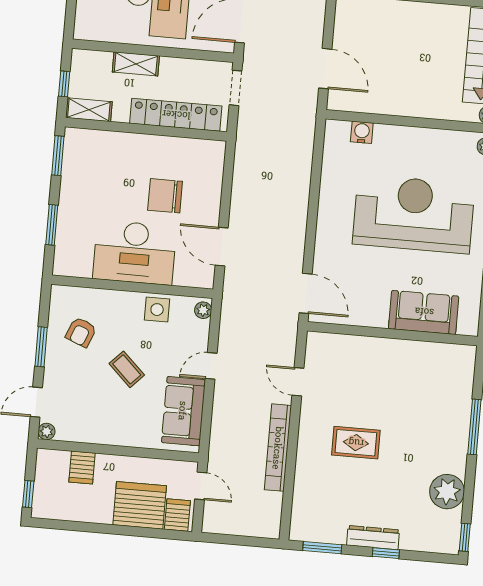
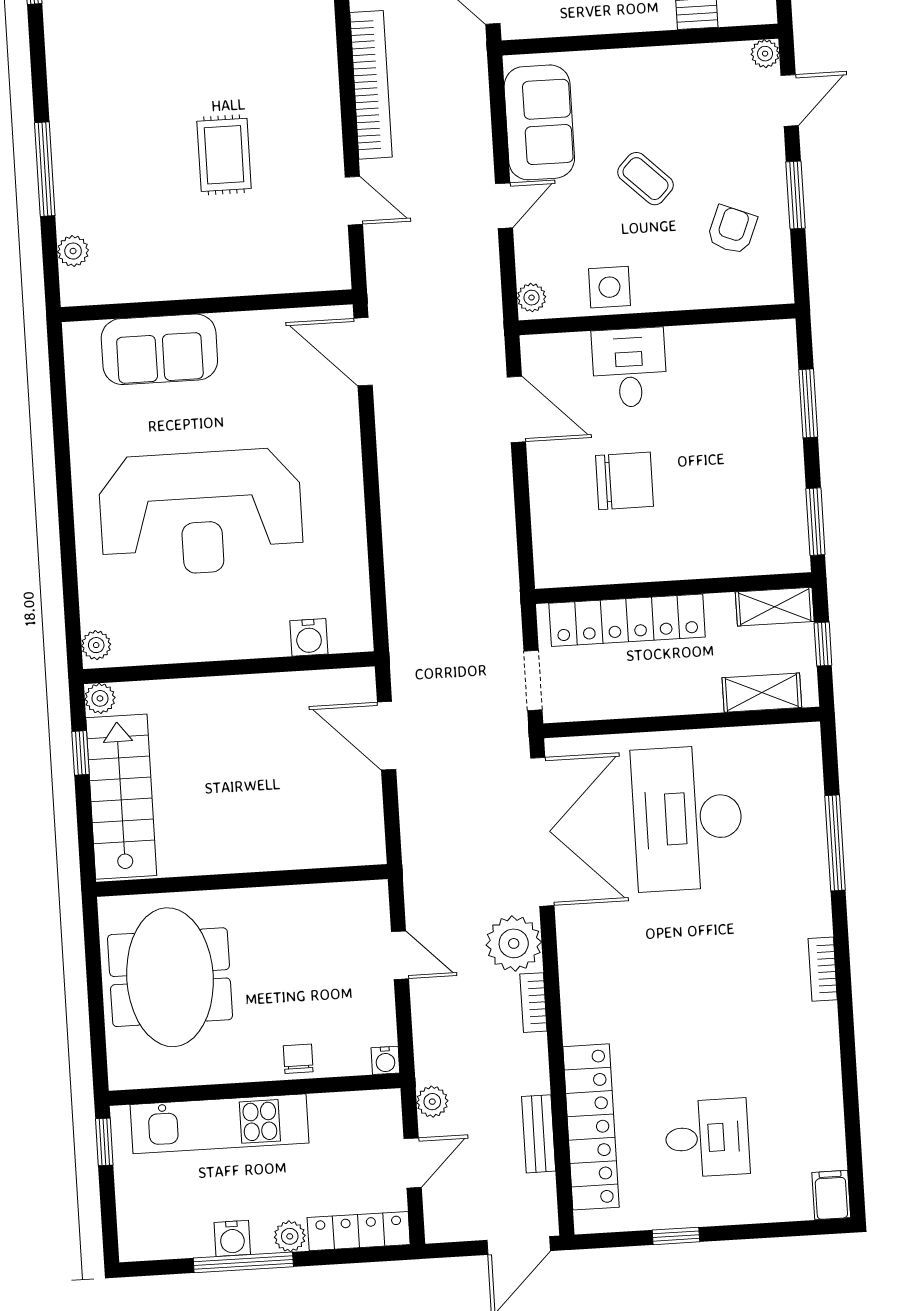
shelving: (136, 64) -> (762, 693), moved
desk: (135, 253) -> (629, 368), width x0.53, depth x0.77
rug: (356, 443) -> (224, 155), moved, turned 90
plant: (447, 492) -> (73, 251), moved, width x0.53, depth x0.53

